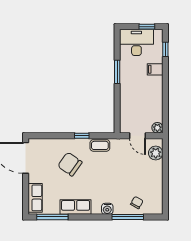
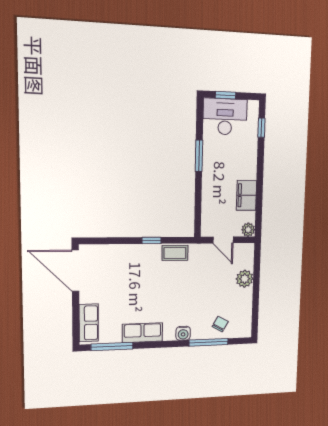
window: (147, 27) -> (225, 95), moved
filing cabinet: (155, 69) -> (246, 195), moved, width x2.00
plant: (156, 153) -> (245, 279), moved
chair: (70, 164) -> (135, 278), removed

